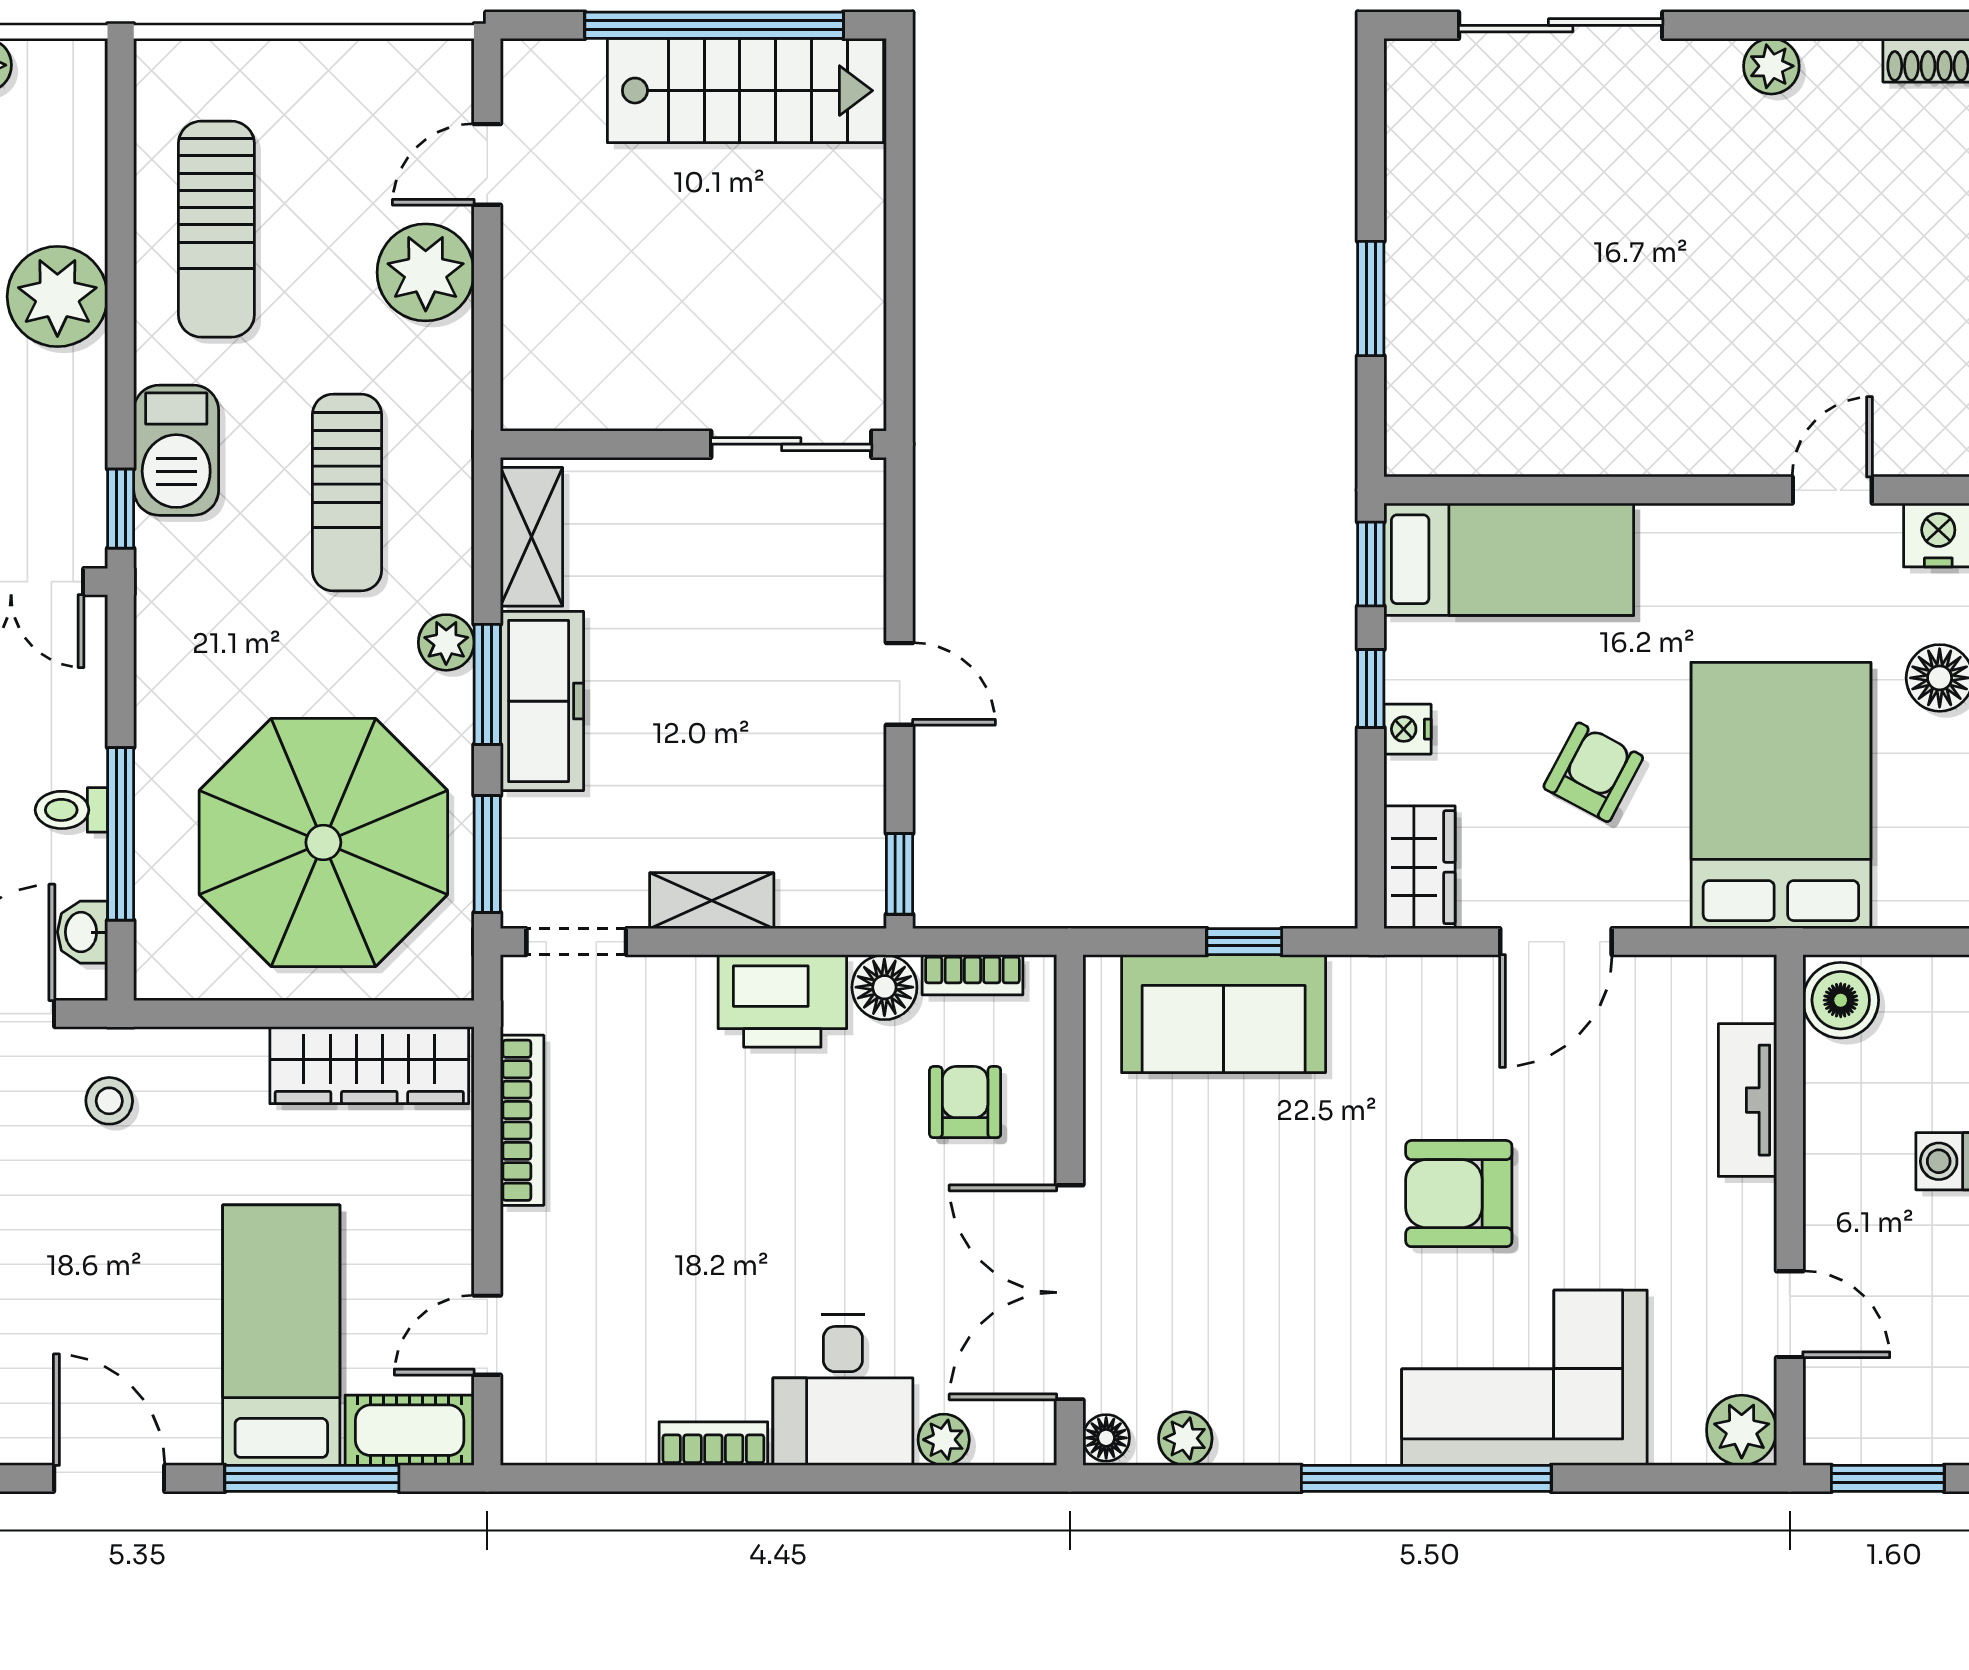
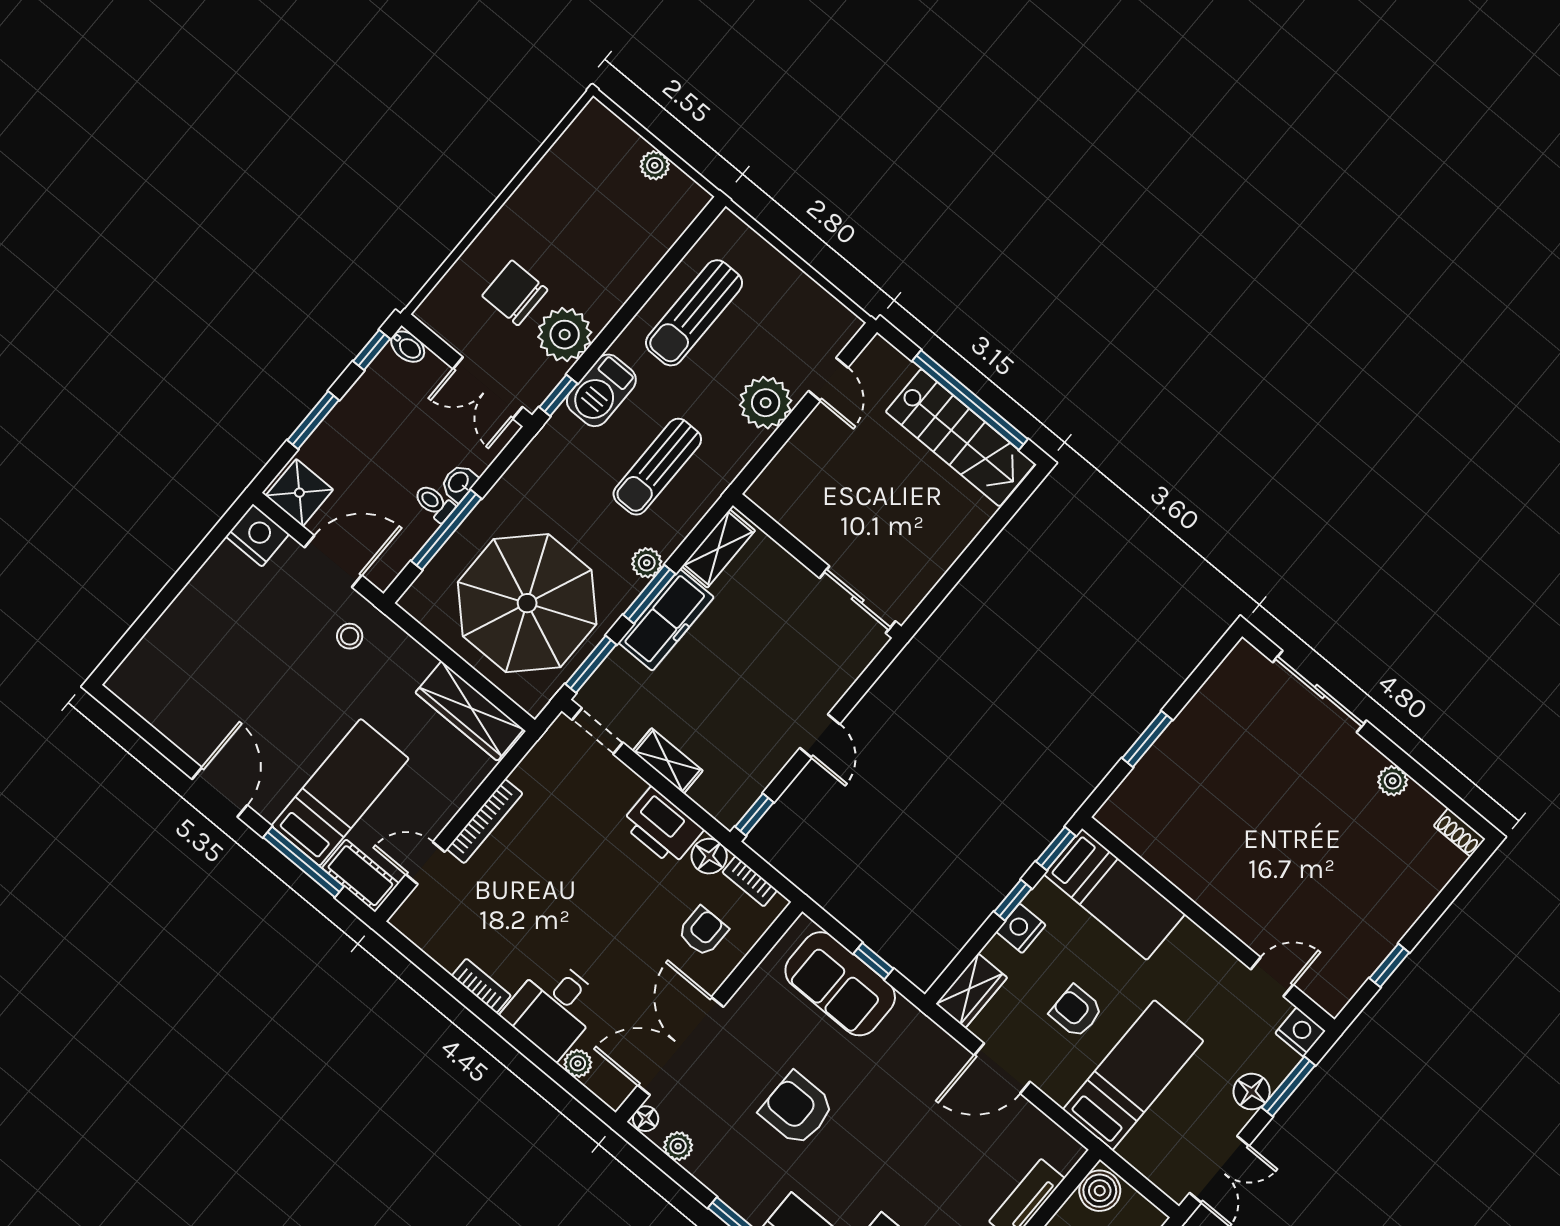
door: (487, 164) -> (828, 379), swing flipped
plant: (57, 297) -> (565, 335), moved
nightstand: (1407, 729) -> (1021, 928), width x1.39, depth x1.35
armchair: (1593, 772) -> (1076, 1011), turned -118
bed: (1781, 795) -> (1133, 1075), width x0.67
washbasin: (83, 932) -> (459, 483), moved
bookcase: (522, 1120) -> (485, 821), moved
armchair: (1459, 1194) -> (797, 1109), moved

